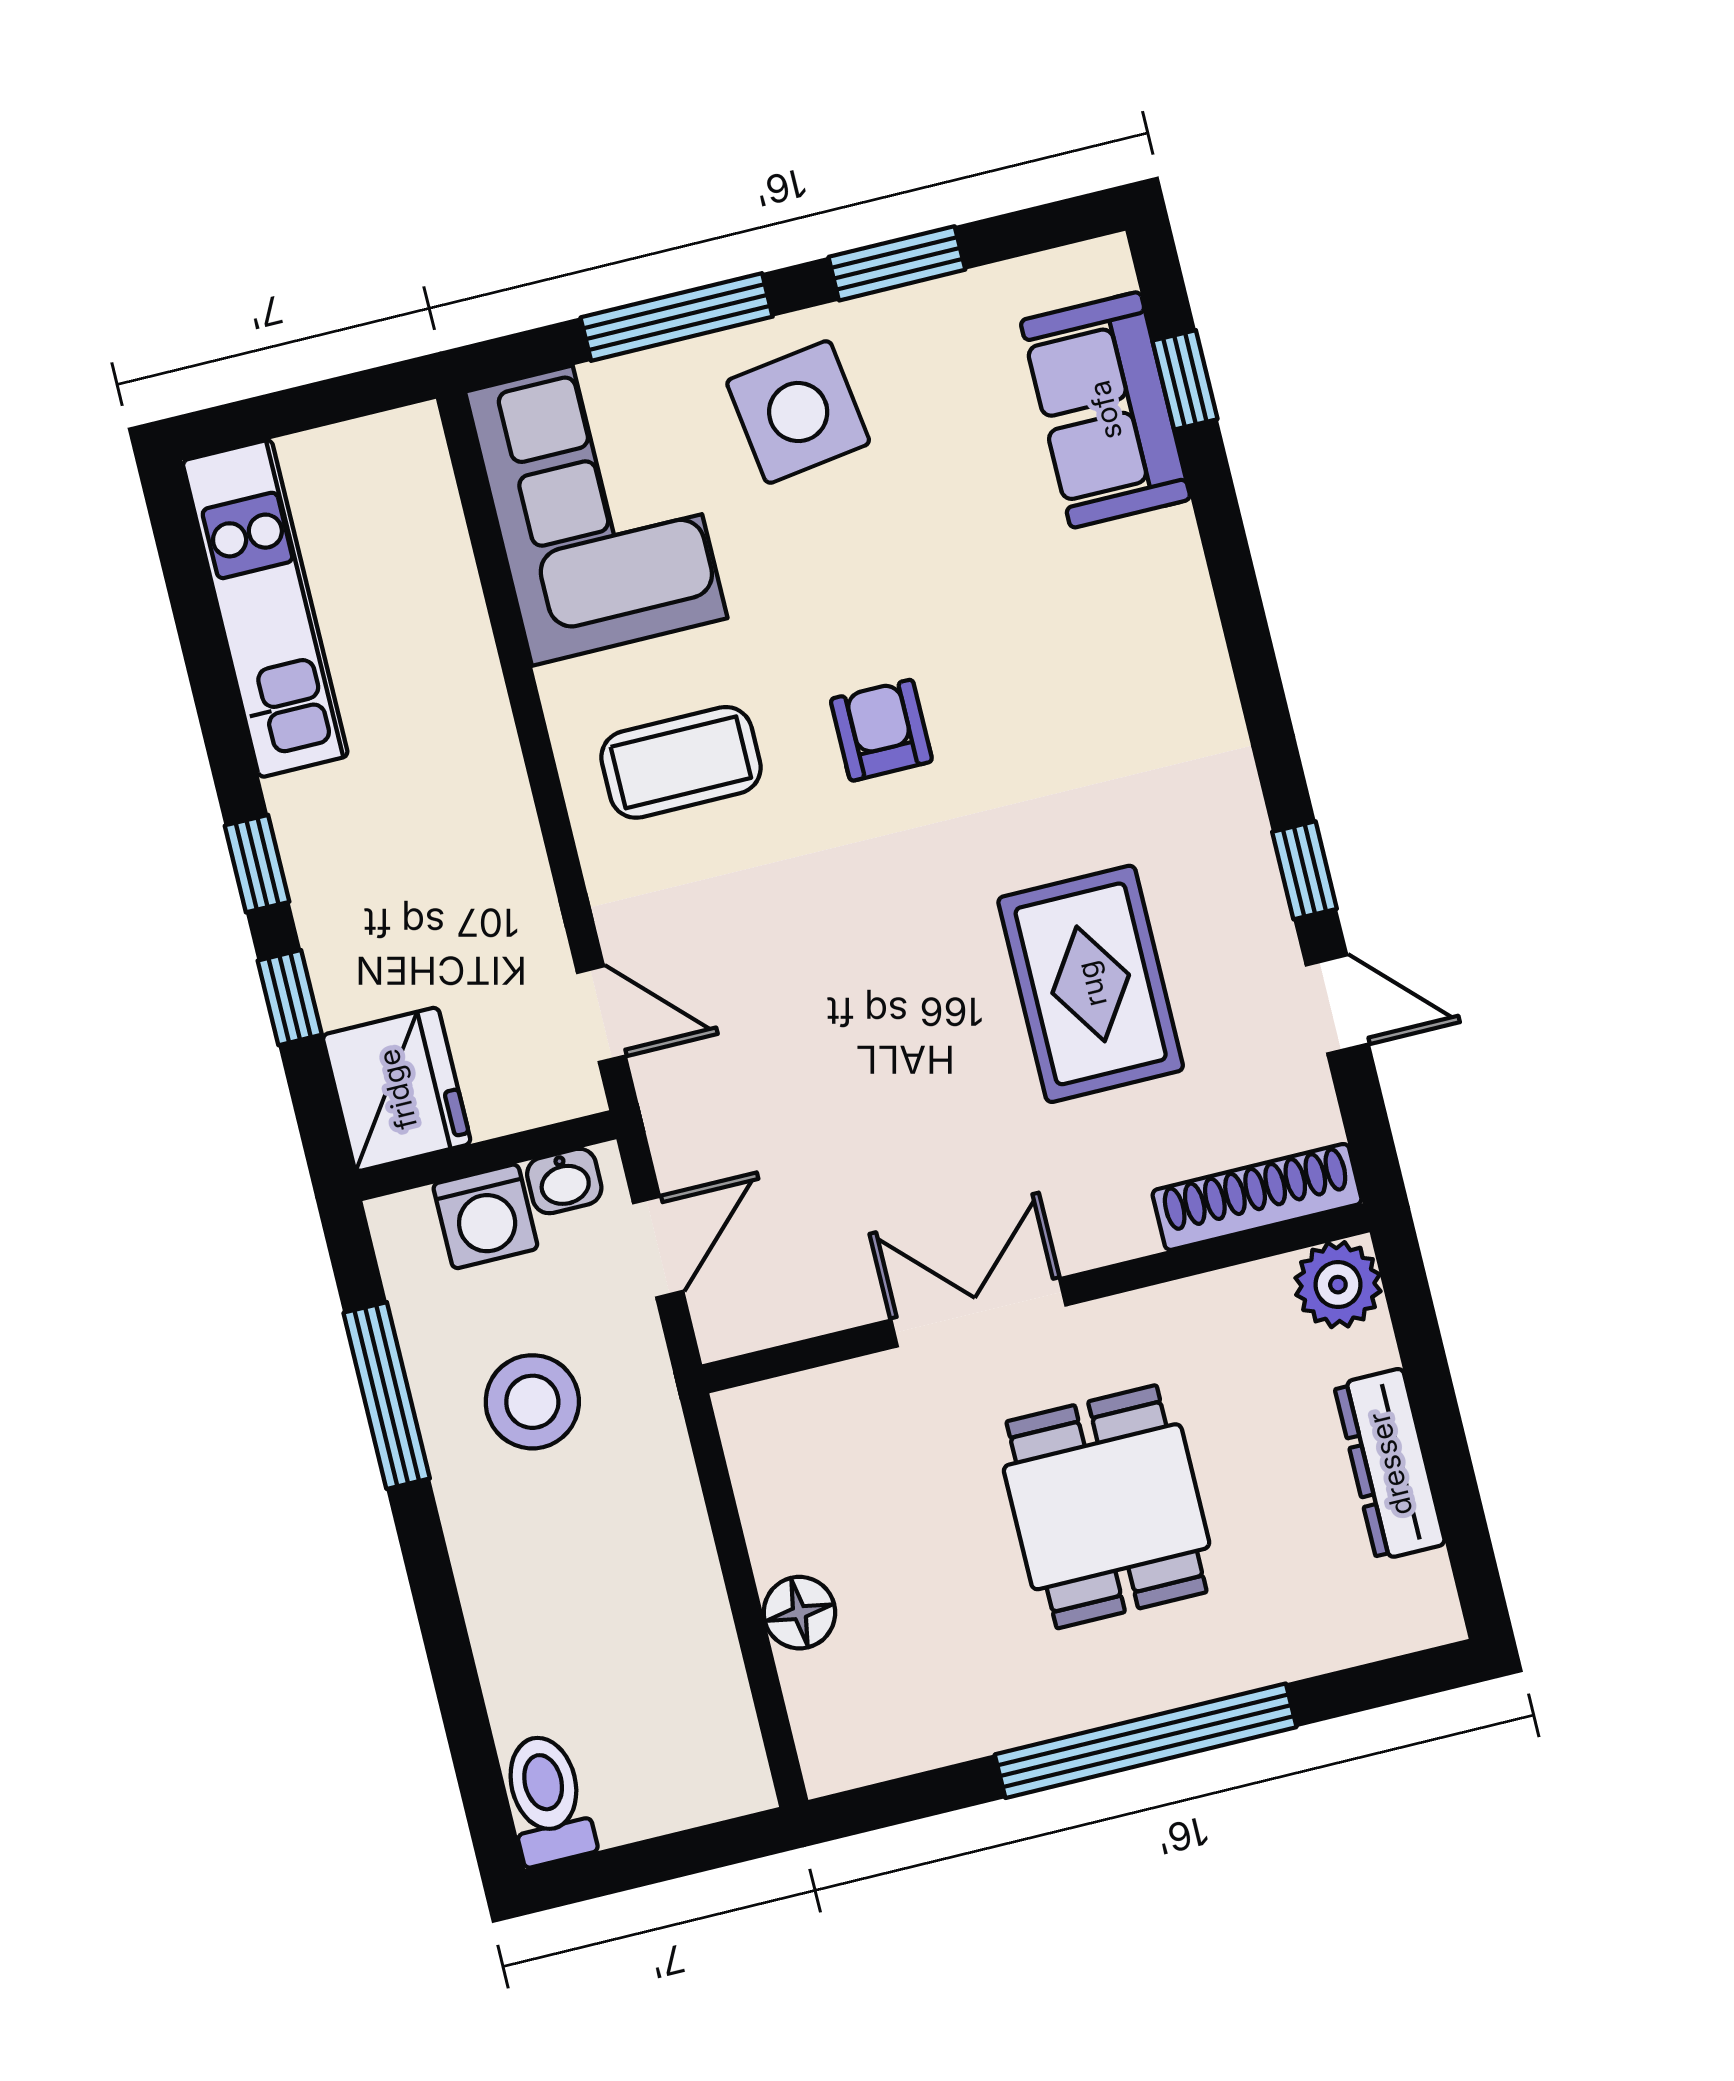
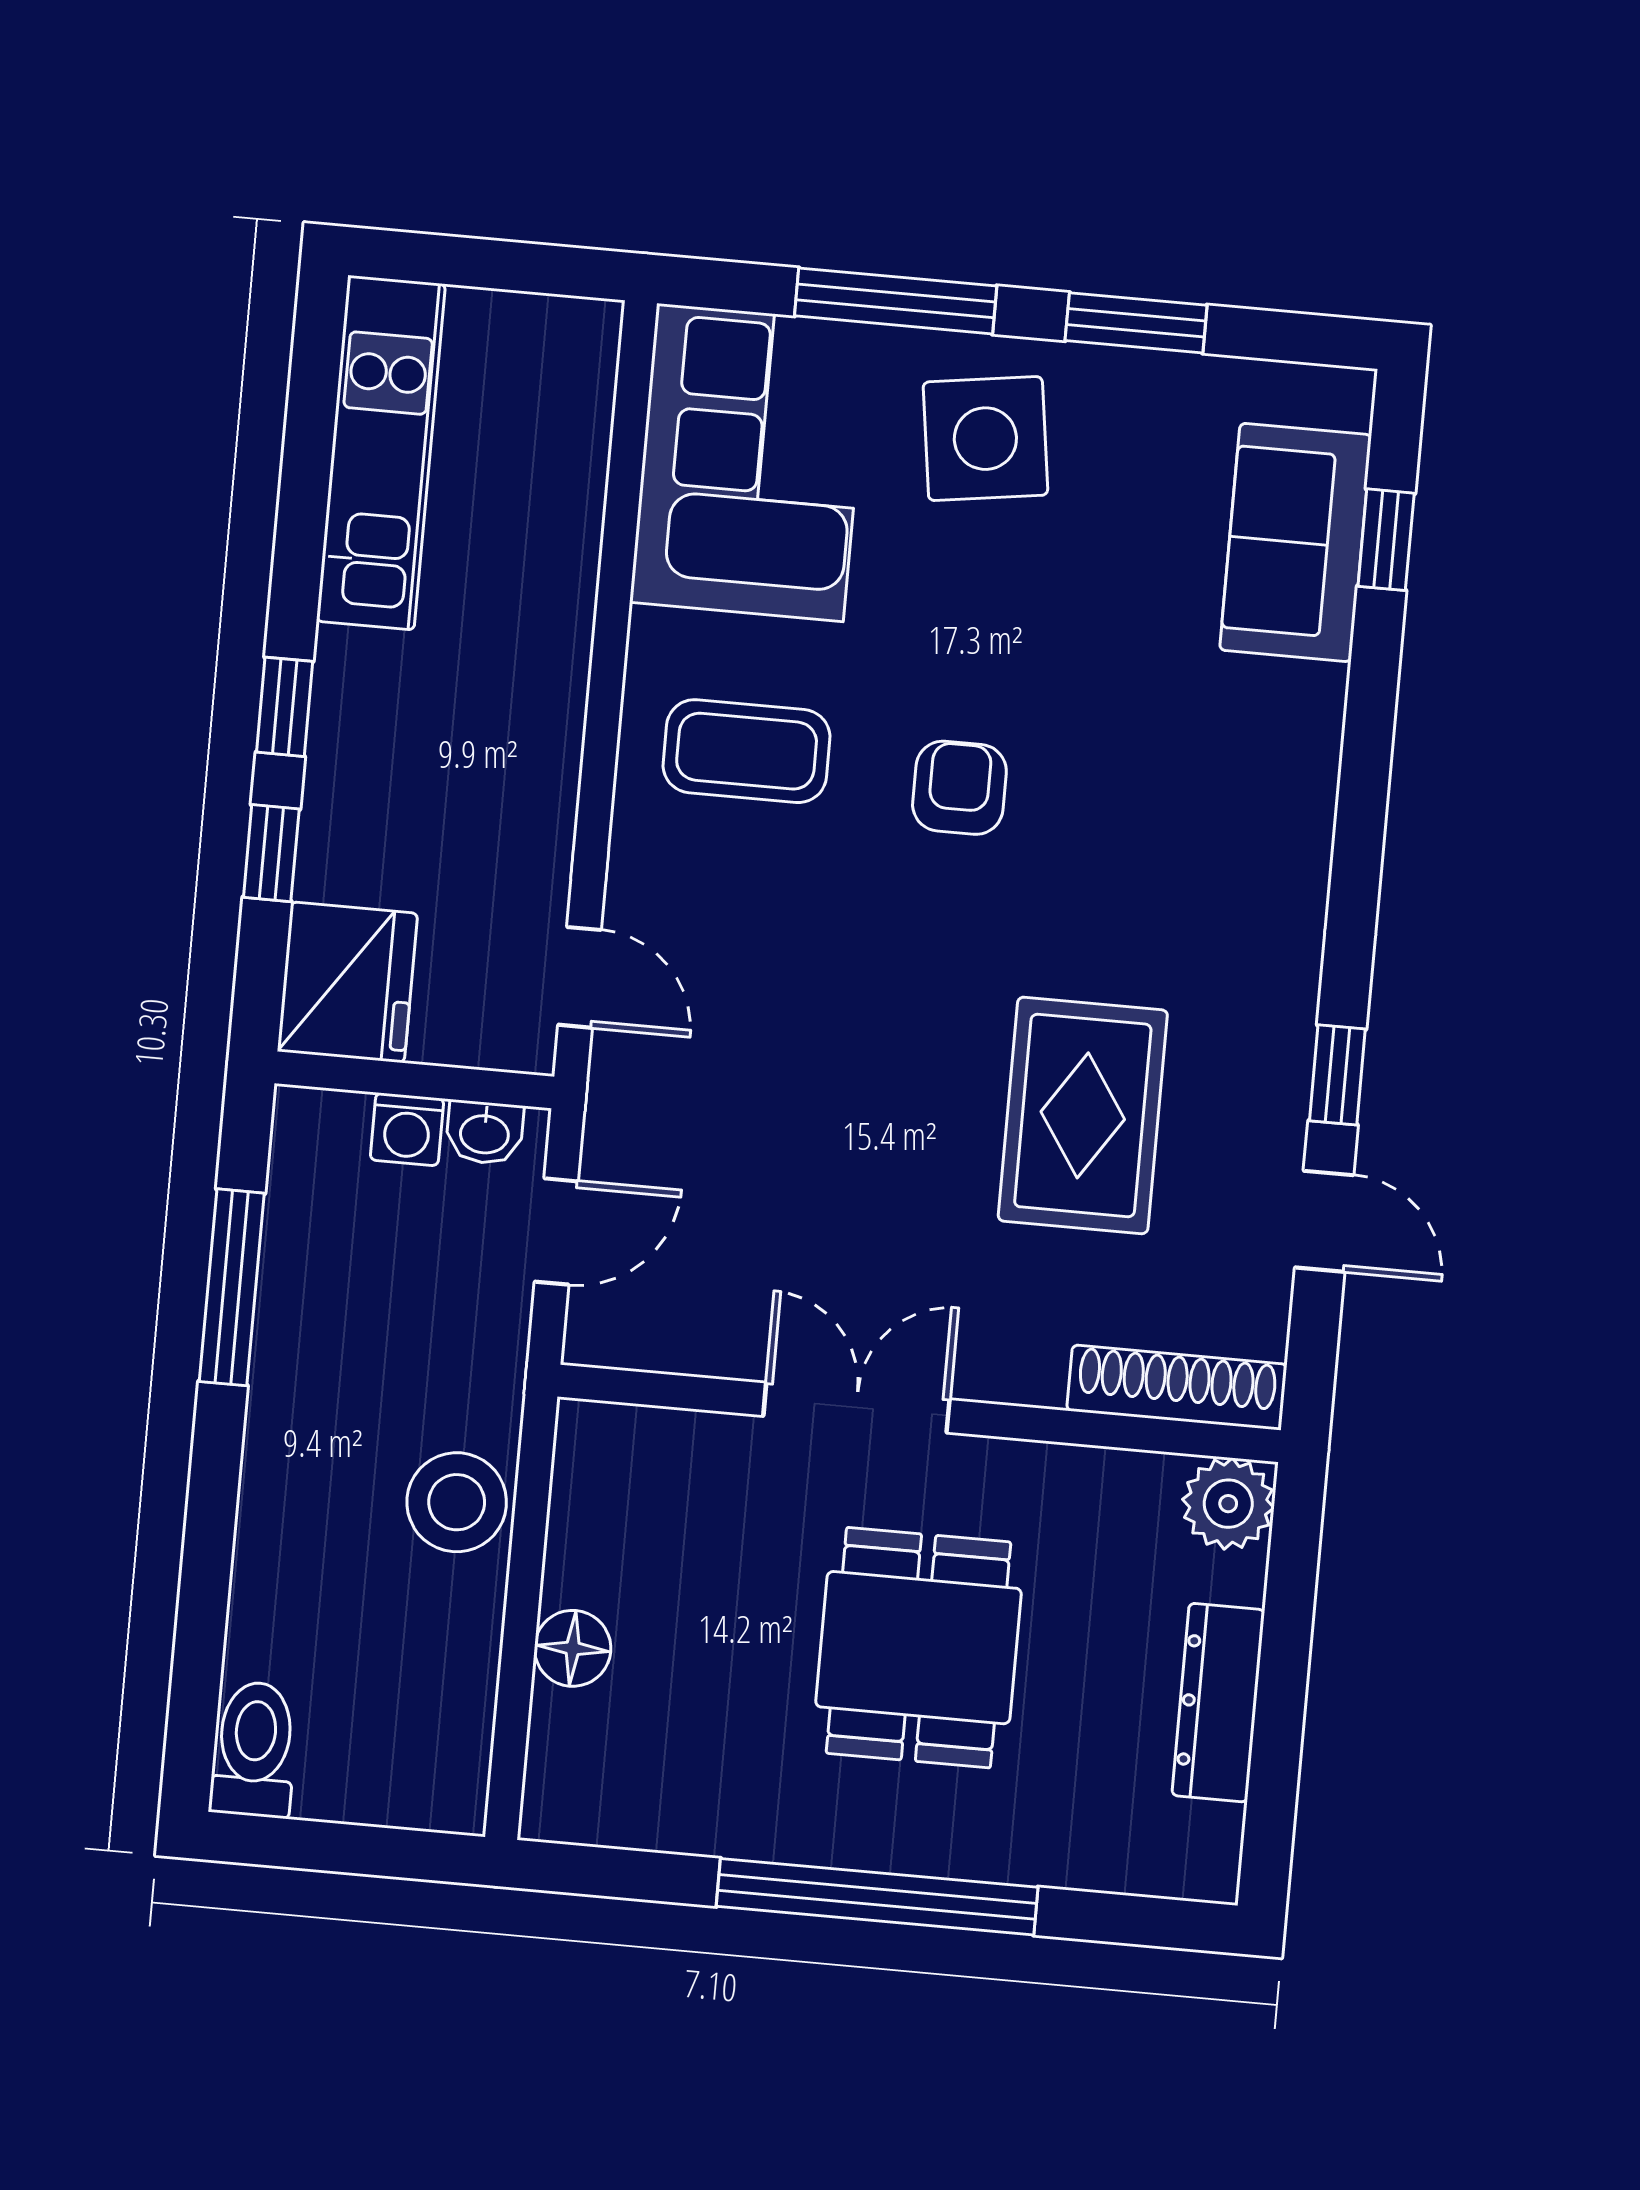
washing machine: (485, 1216) -> (407, 1129), width x0.73, depth x0.73
stool: (532, 1402) -> (457, 1502), moved

